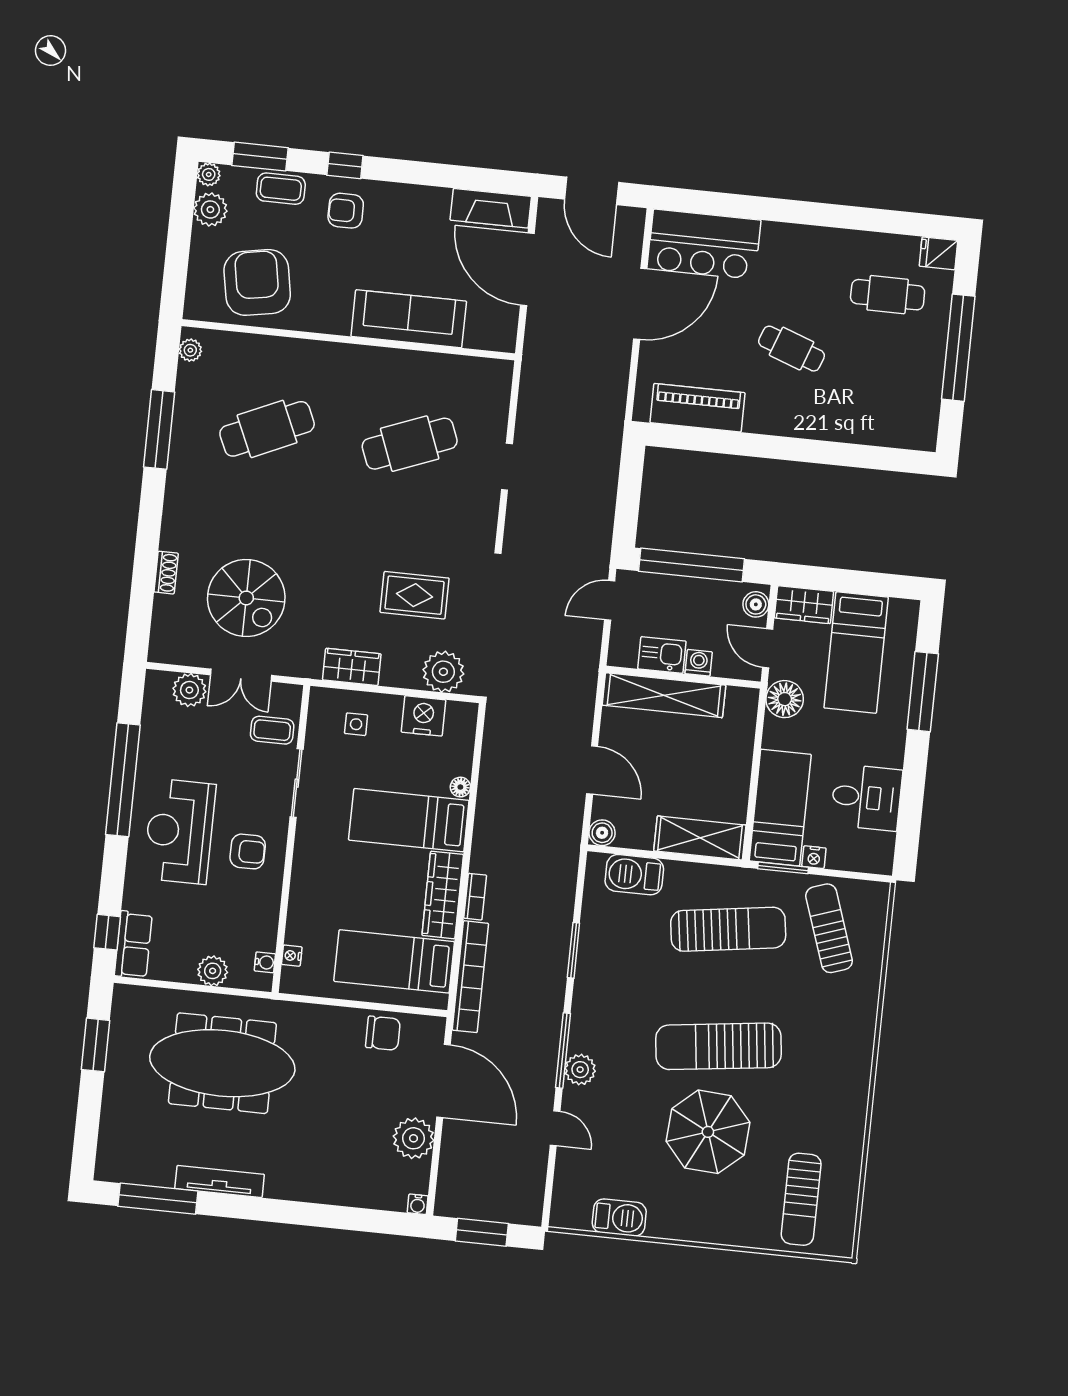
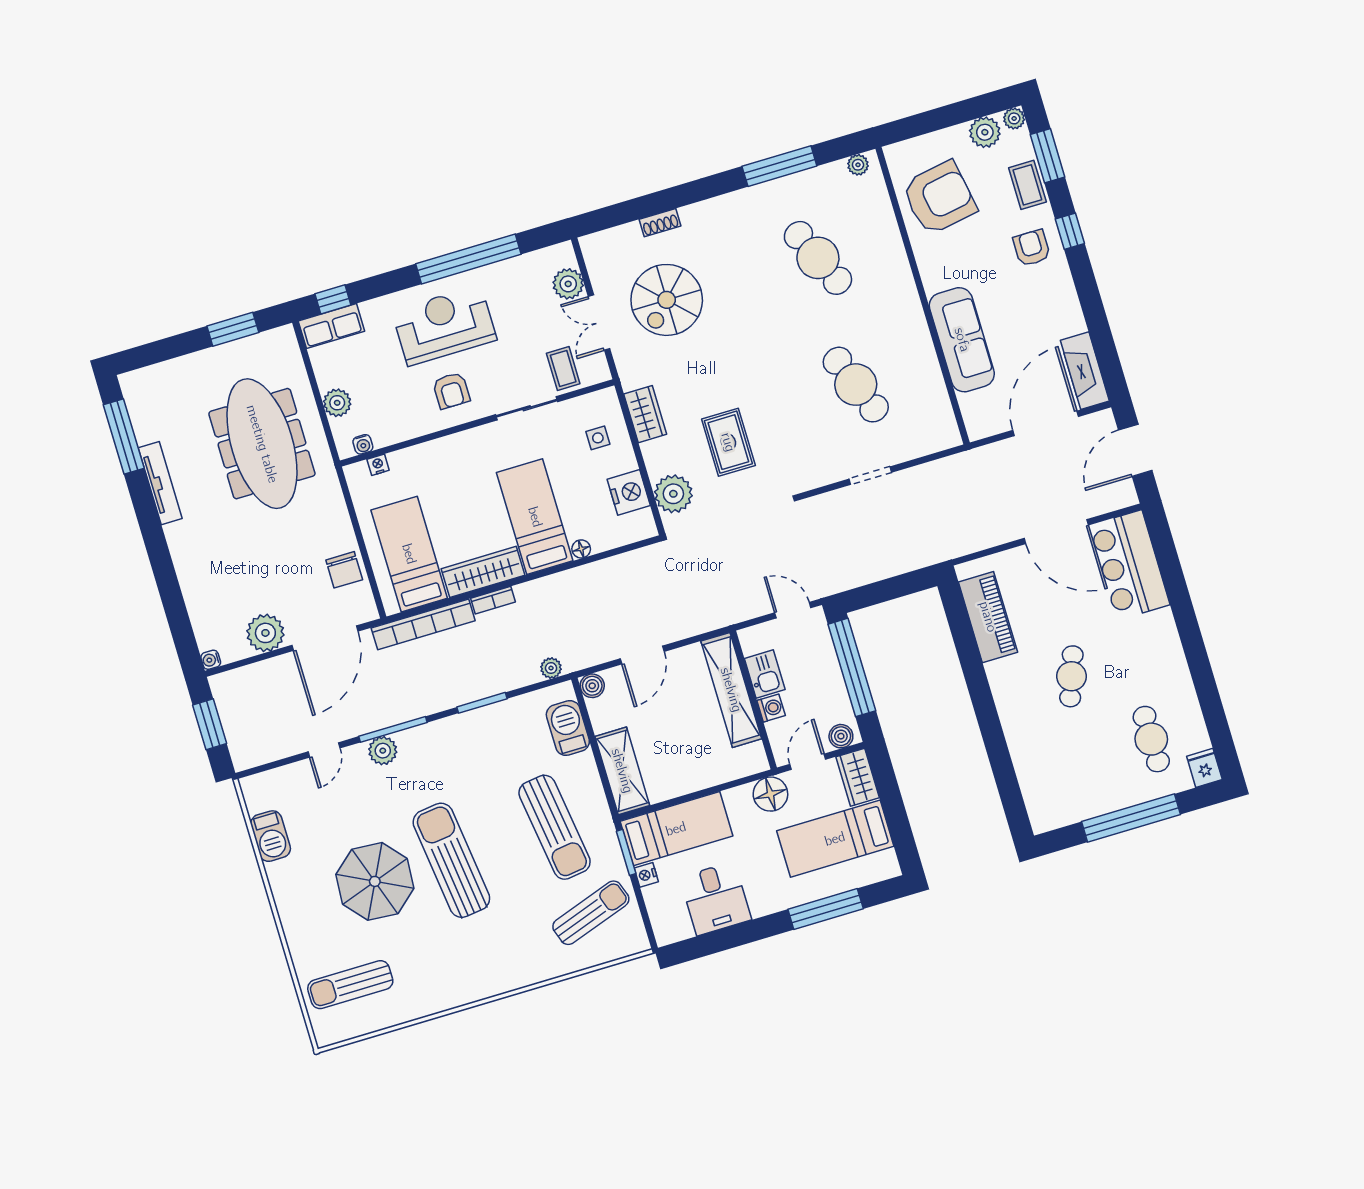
plant: (567, 867) -> (551, 668), added

